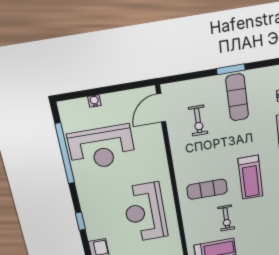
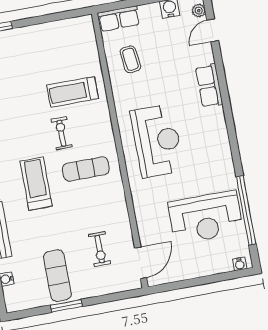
water cooler: (94, 101) -> (240, 264), moved
exercise bike: (198, 121) -> (100, 249), turned 180
reception desk: (102, 148) -> (206, 217), turned 180
window: (80, 221) -> (231, 130), removed

